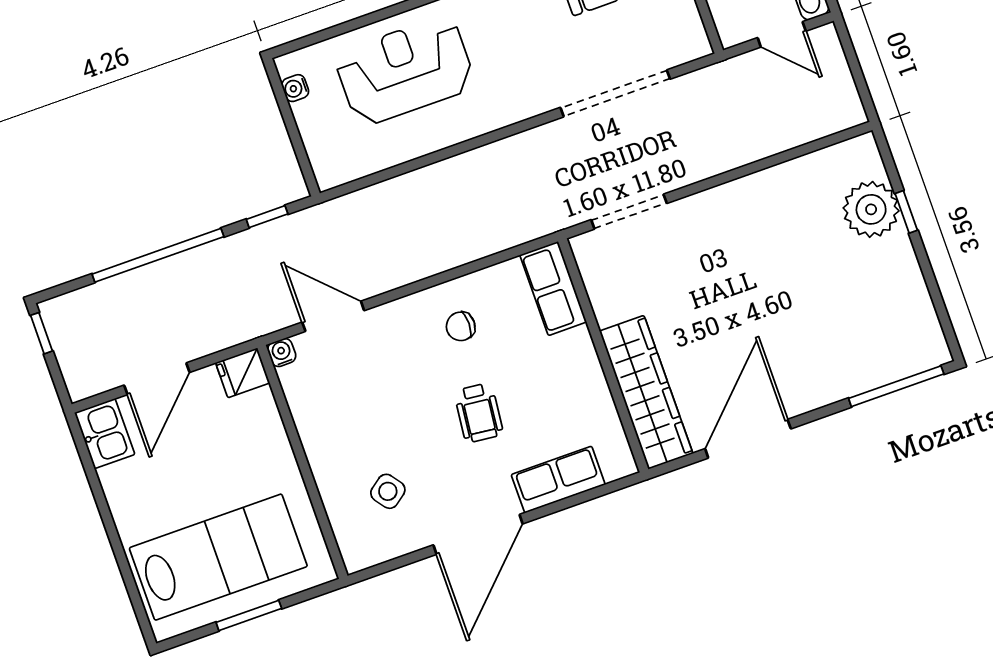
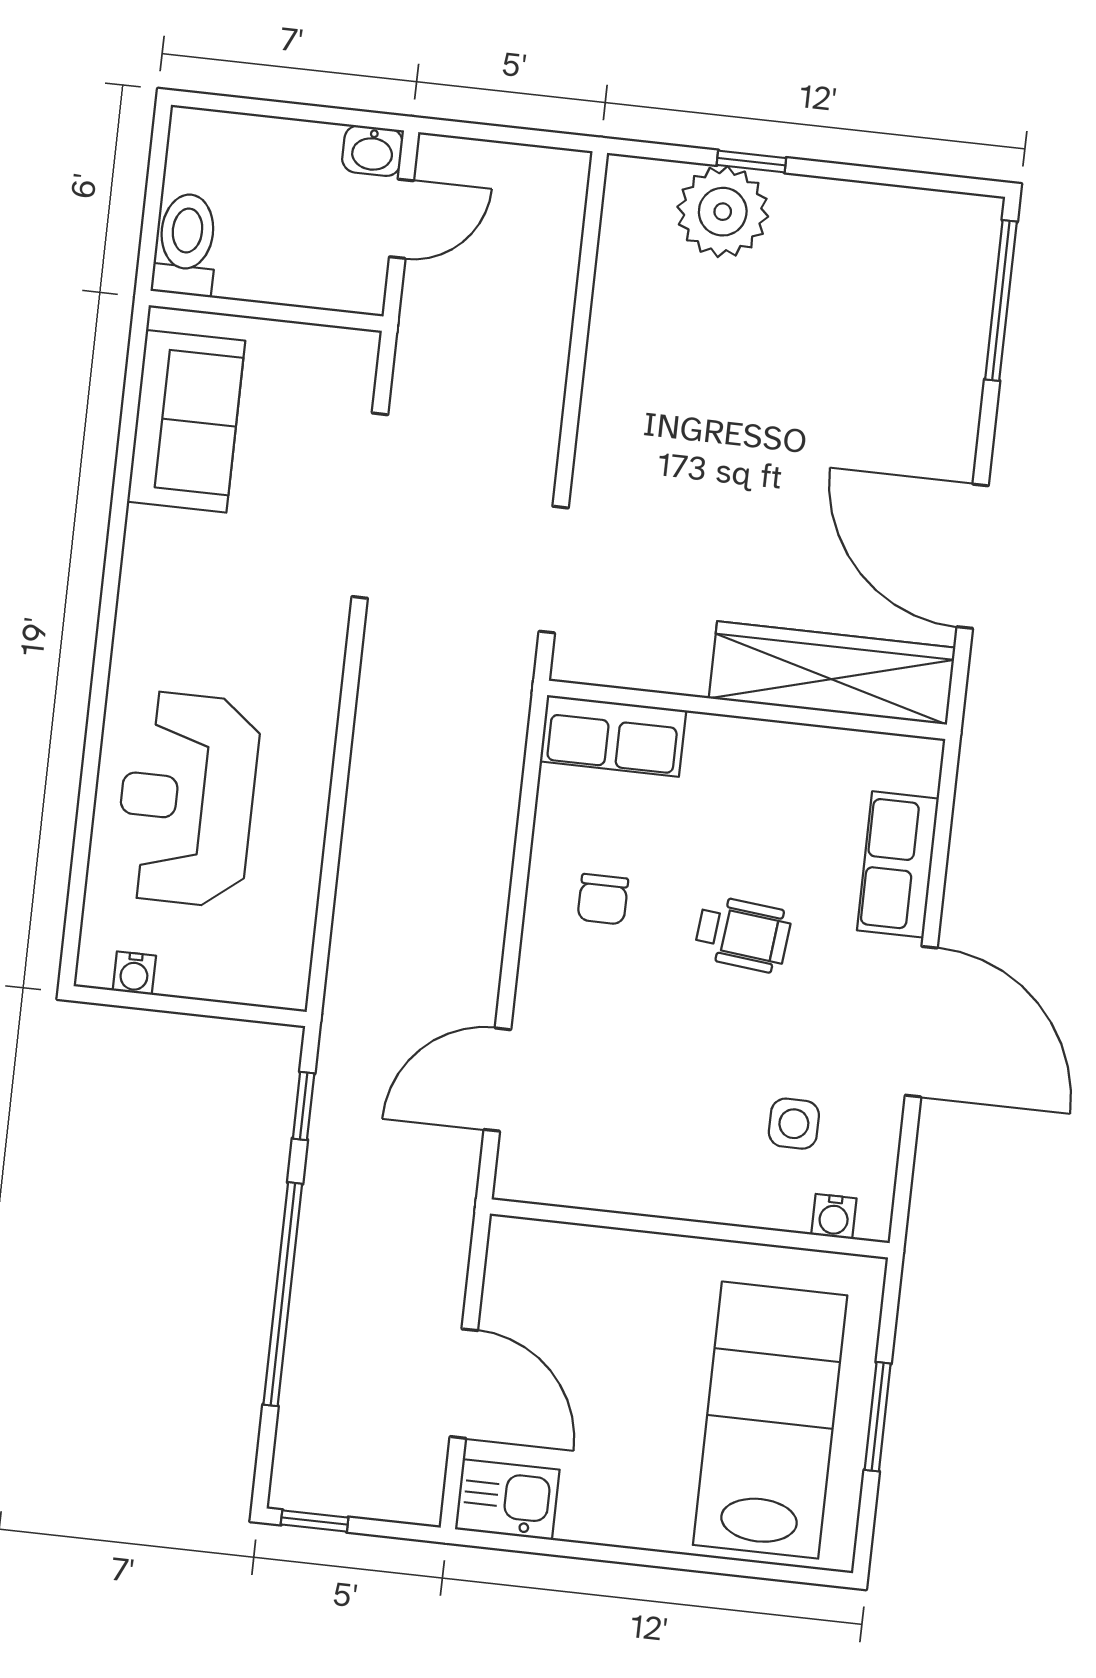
water cooler: (282, 353) -> (834, 1216), moved, turned -90
fridge: (243, 373) -> (516, 1253), removed
side table: (388, 491) -> (794, 1124), turned 37

